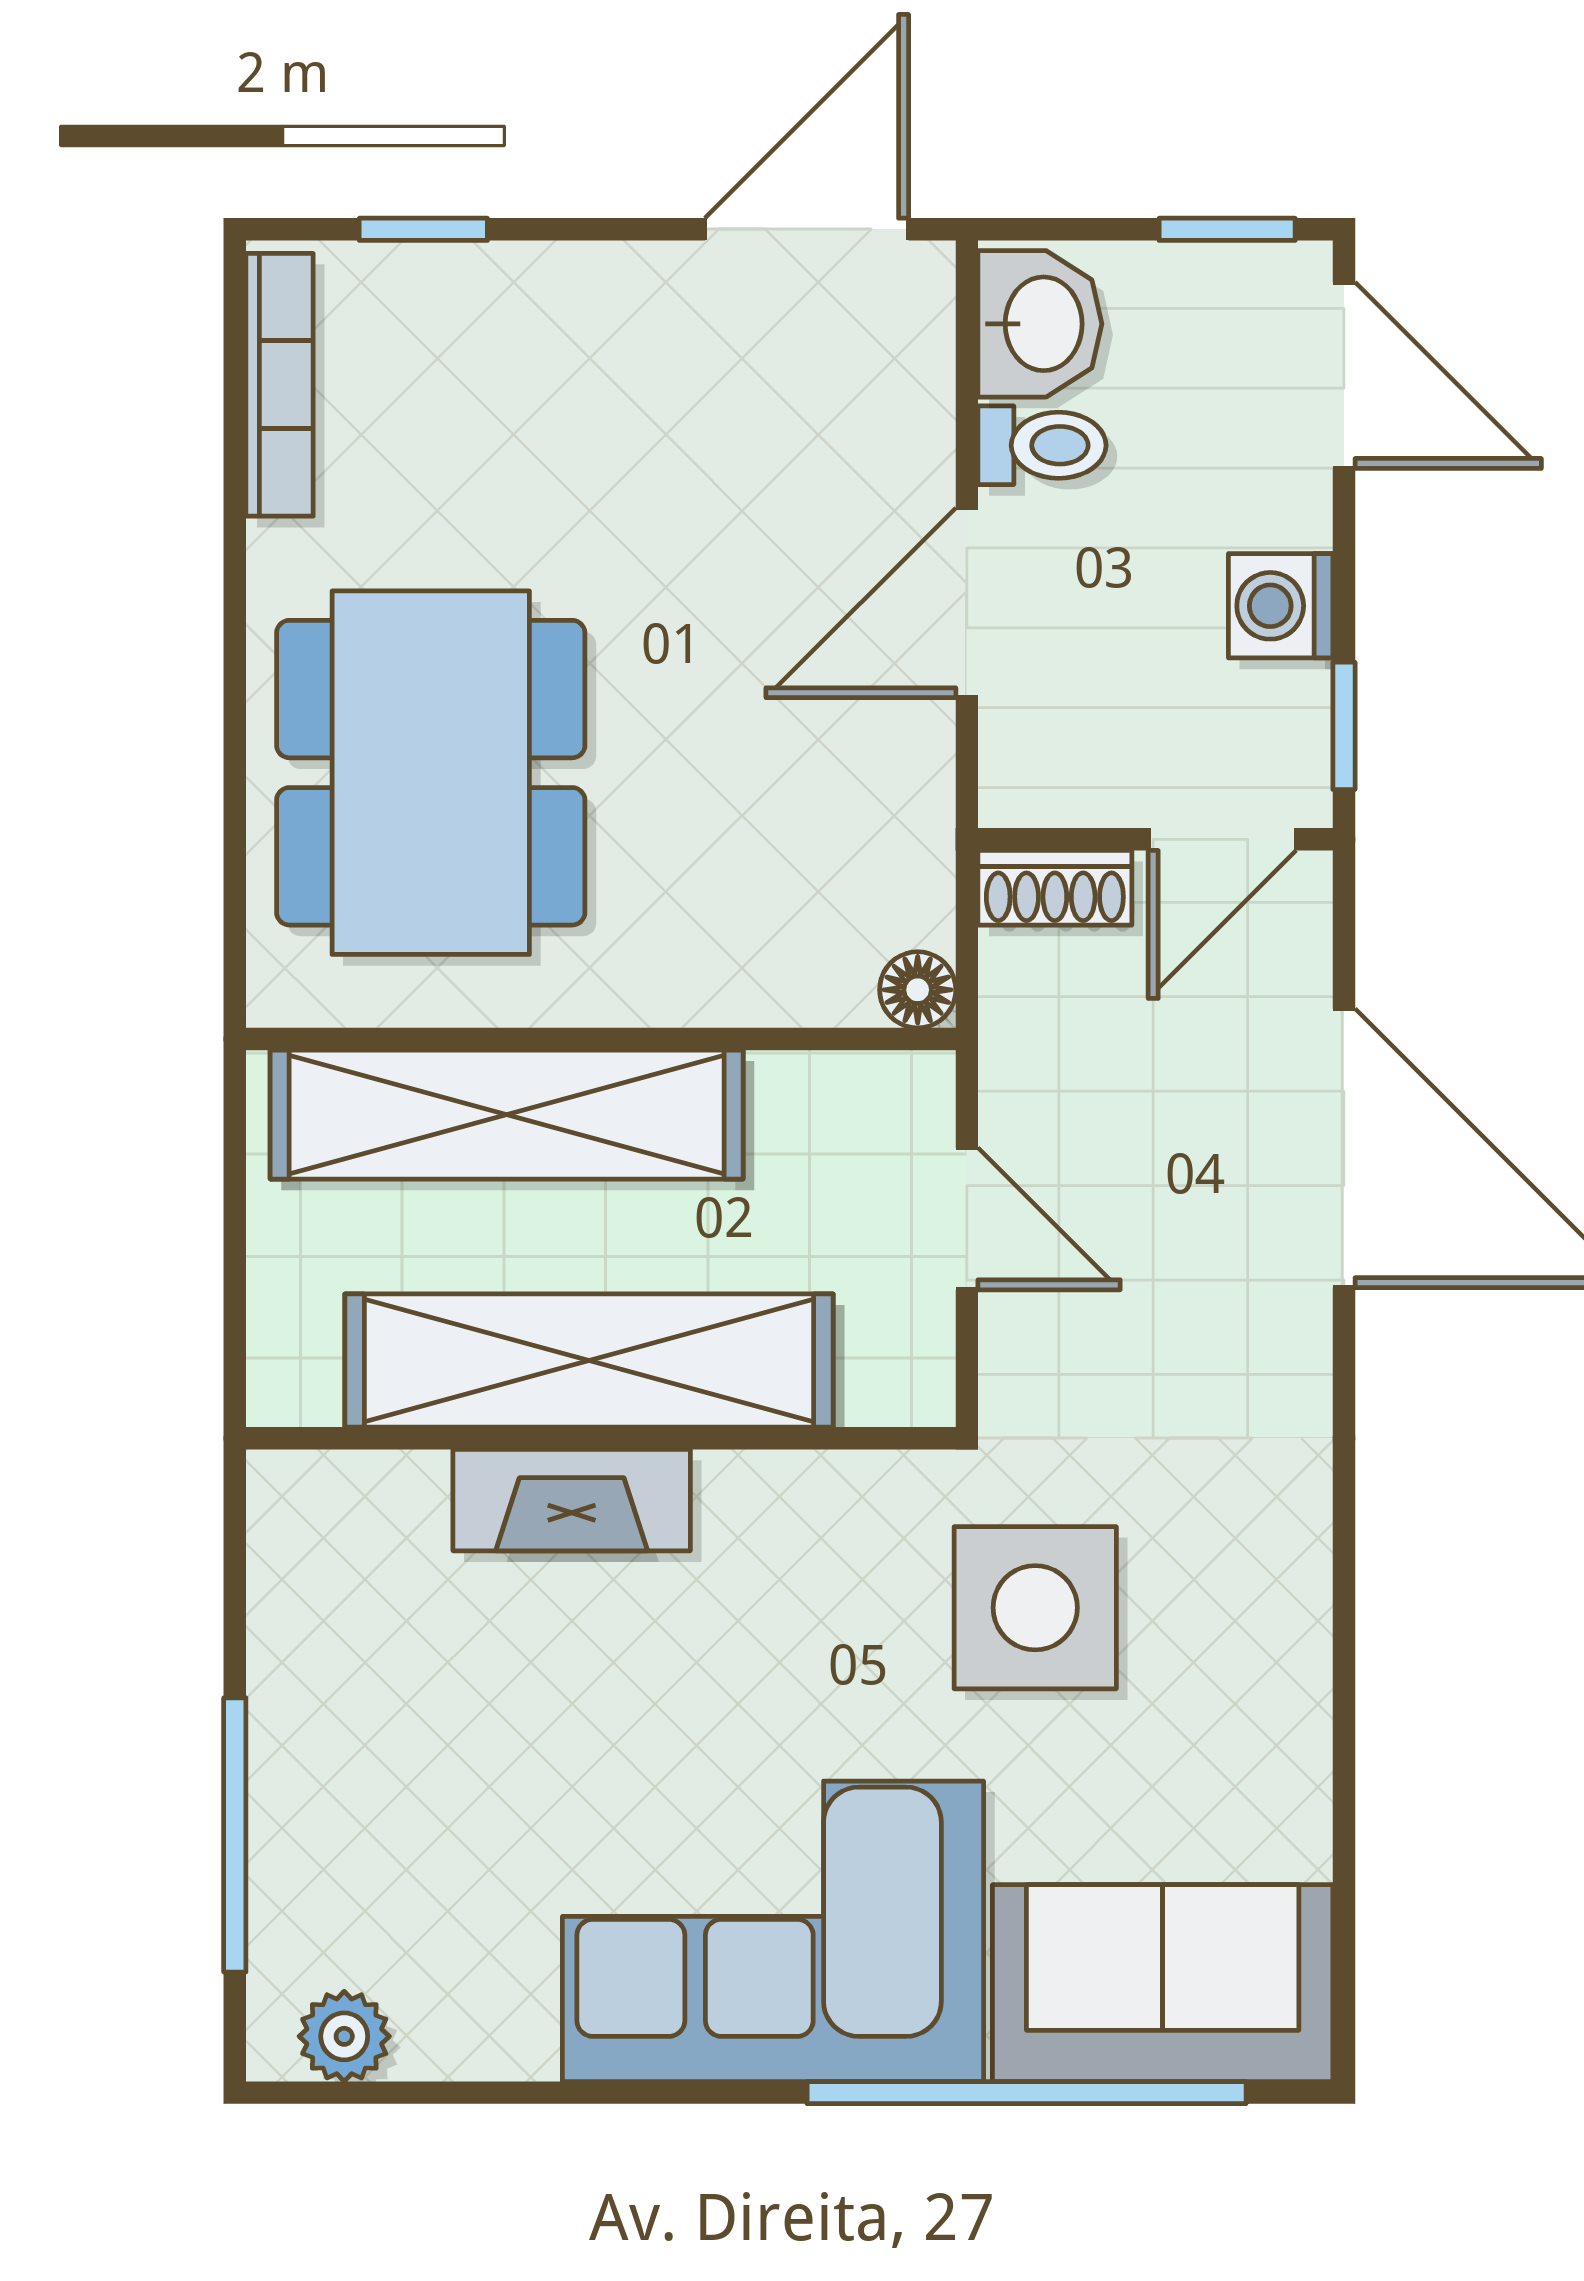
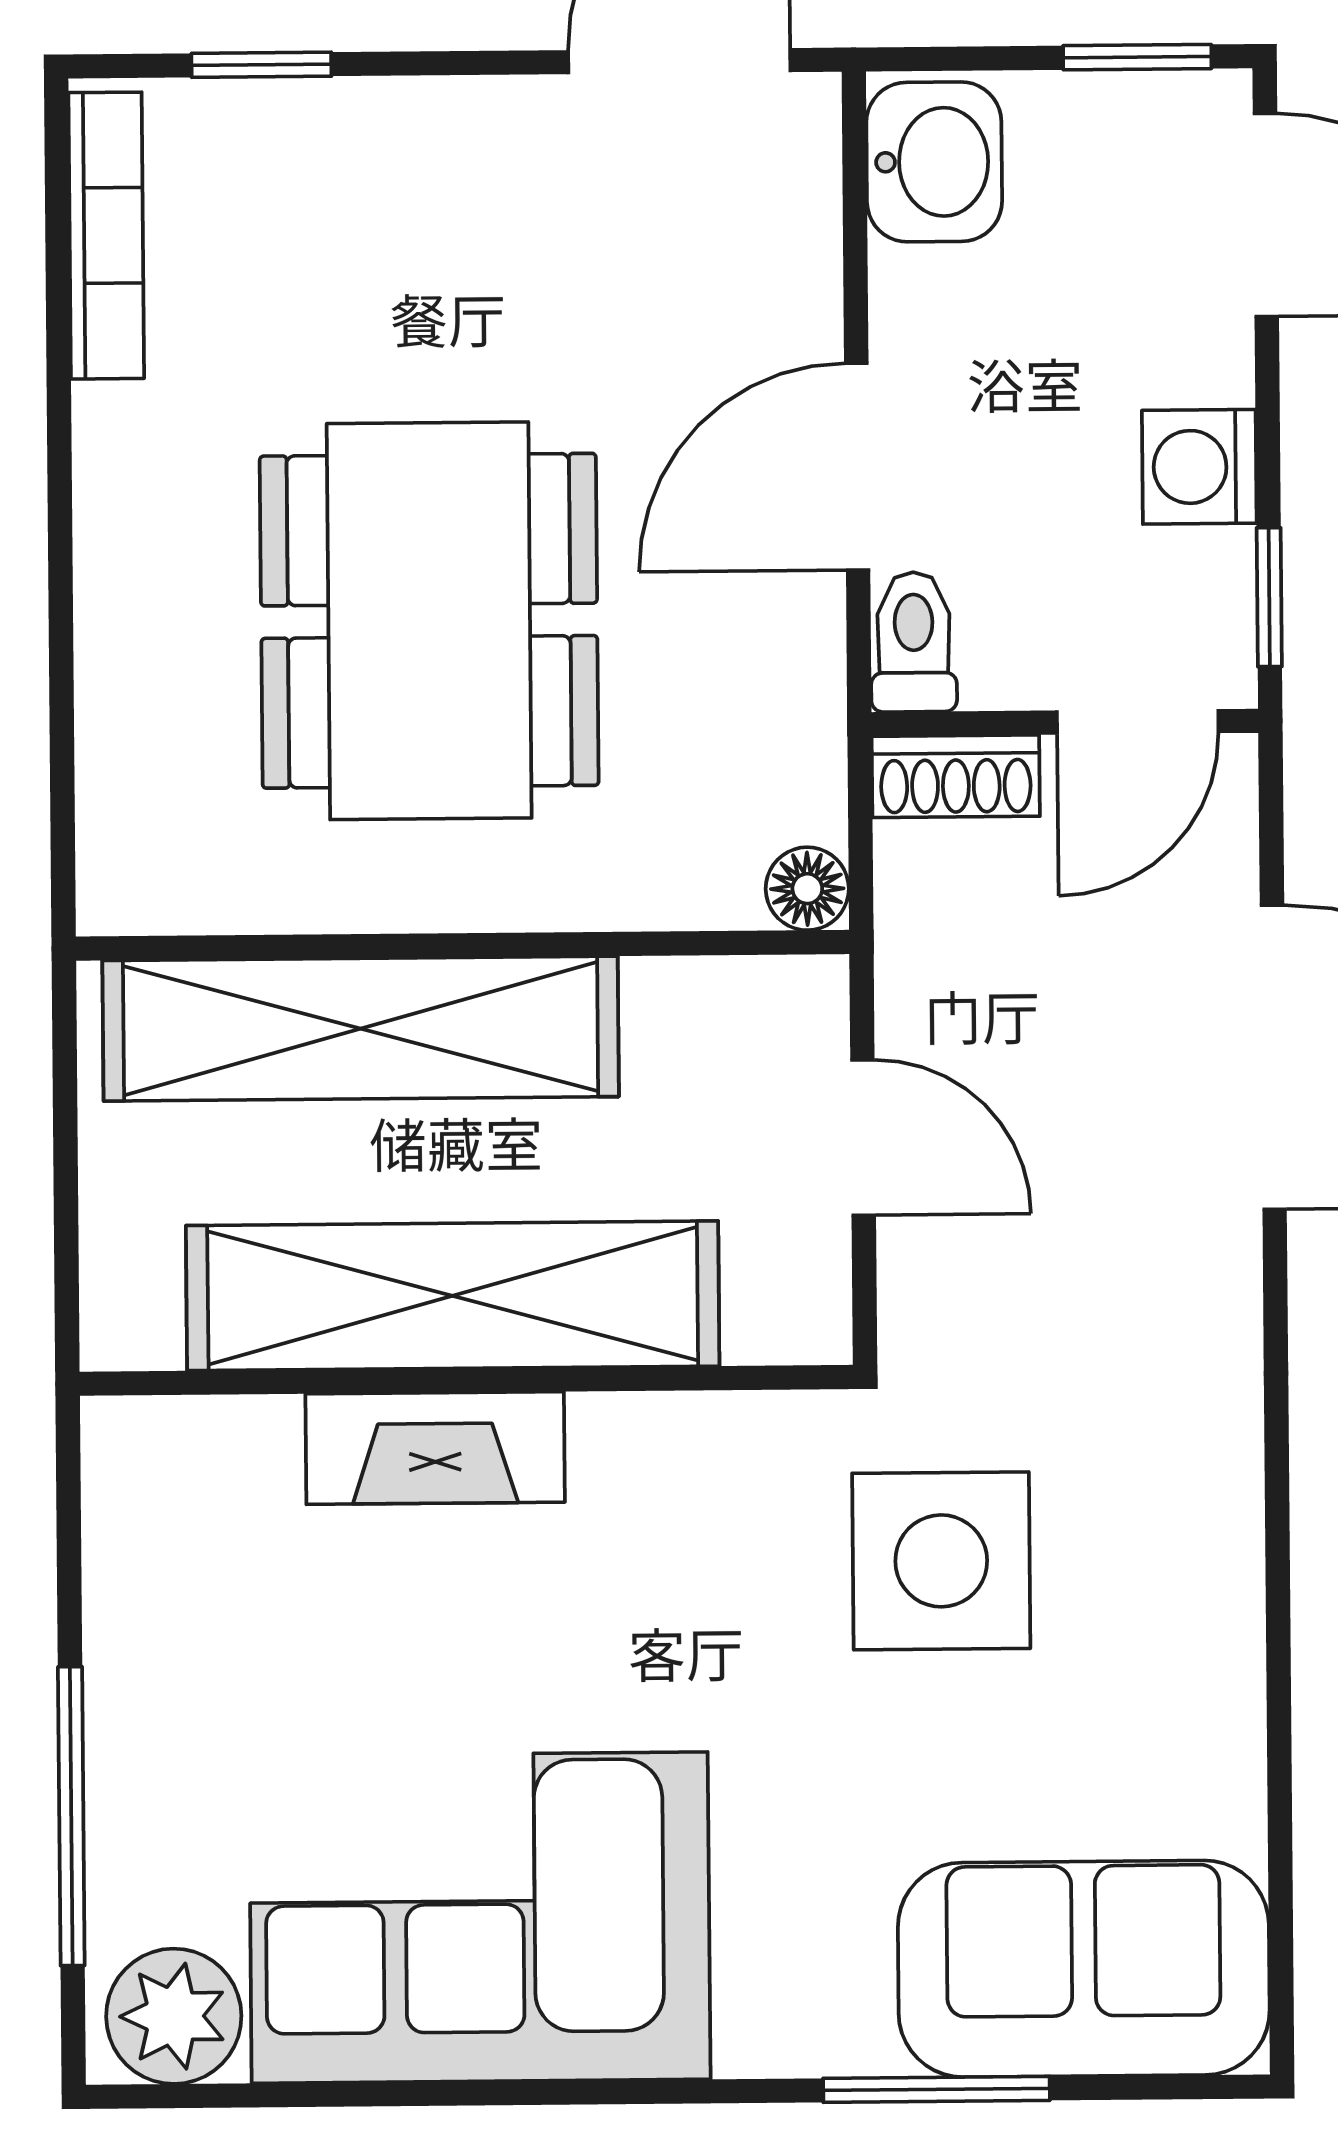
toilet: (1042, 445) -> (914, 642), moved, turned -90
dining table: (431, 773) -> (429, 621), moved
corner sofa: (773, 1931) -> (480, 1918), moved
plant: (344, 2036) -> (174, 2016), width x1.38, depth x1.38
window: (1027, 2093) -> (936, 2089), width x0.47

